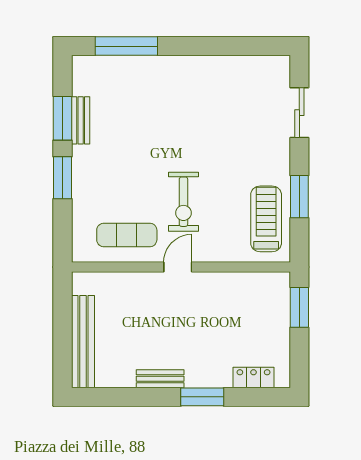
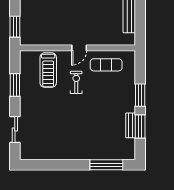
exercise bike: (183, 202) -> (76, 82), width x0.73, depth x0.72
treadmill: (266, 219) -> (48, 70), moved

